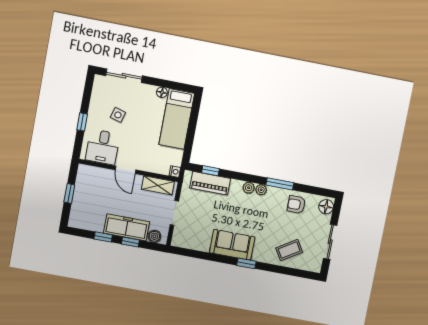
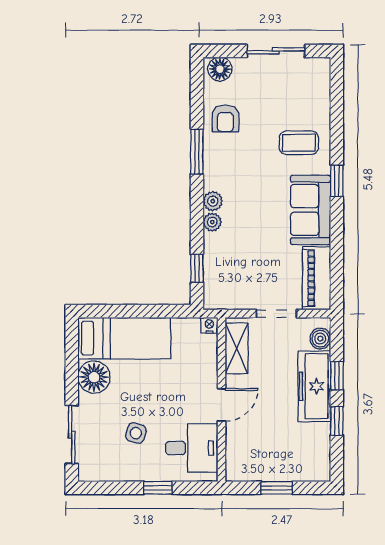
floor lamp: (162, 92) -> (94, 377), width x1.89, depth x1.89
piano: (210, 183) -> (317, 278), moved, turned 180
plant: (261, 190) -> (212, 222), moved
coffee table: (289, 250) -> (299, 143), moved, turned -58

